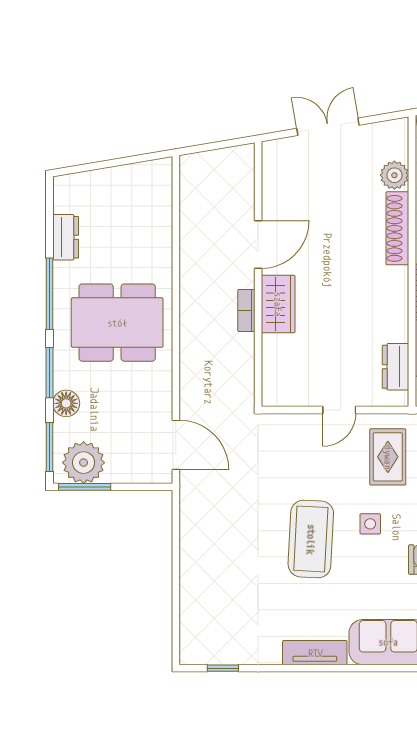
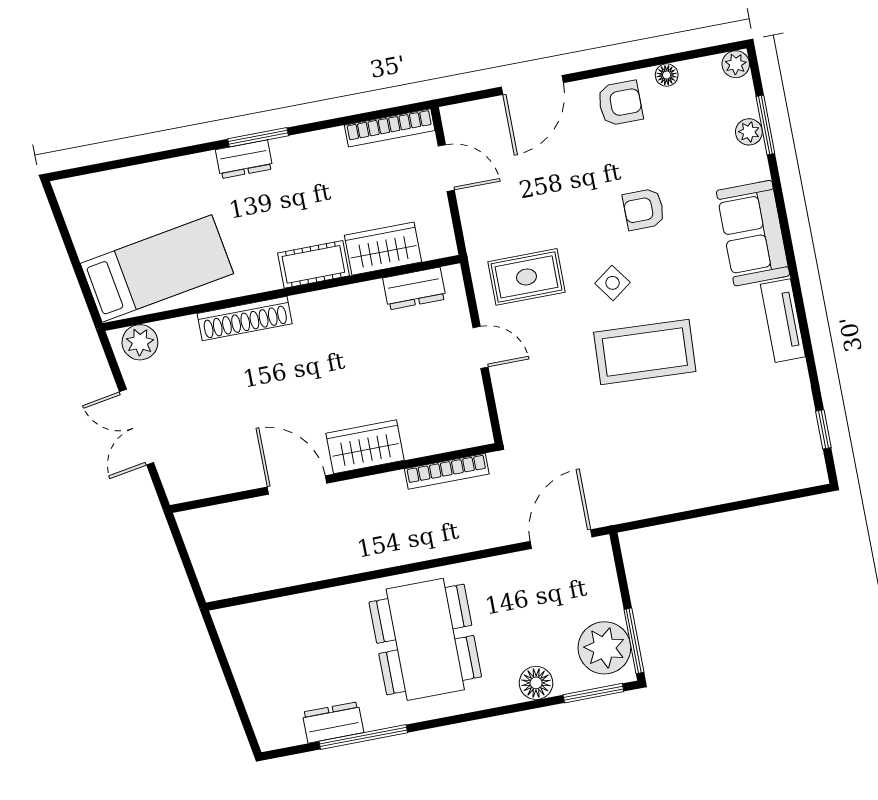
plant: (394, 175) -> (140, 342), moved
window: (49, 294) -> (363, 737), moved
bookcase: (246, 310) -> (447, 471), moved, width x1.56
window: (49, 373) -> (502, 711), removed
side table: (370, 524) -> (613, 283), turned -36

